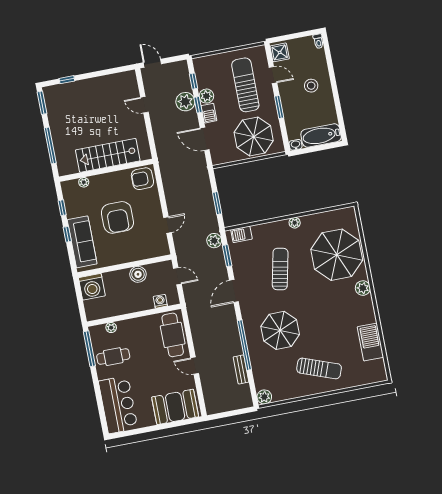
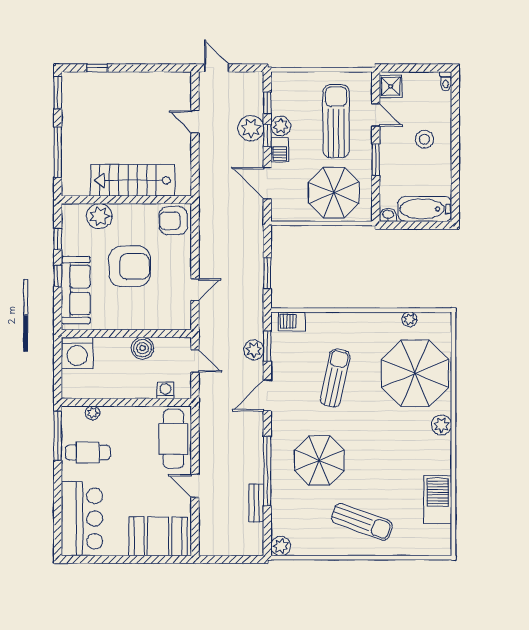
plant: (84, 182) -> (99, 216), width x1.87, depth x1.87
armchair: (117, 217) -> (130, 266), turned -90
plant: (295, 223) -> (409, 319), moved
plant: (214, 241) -> (254, 350), moved

